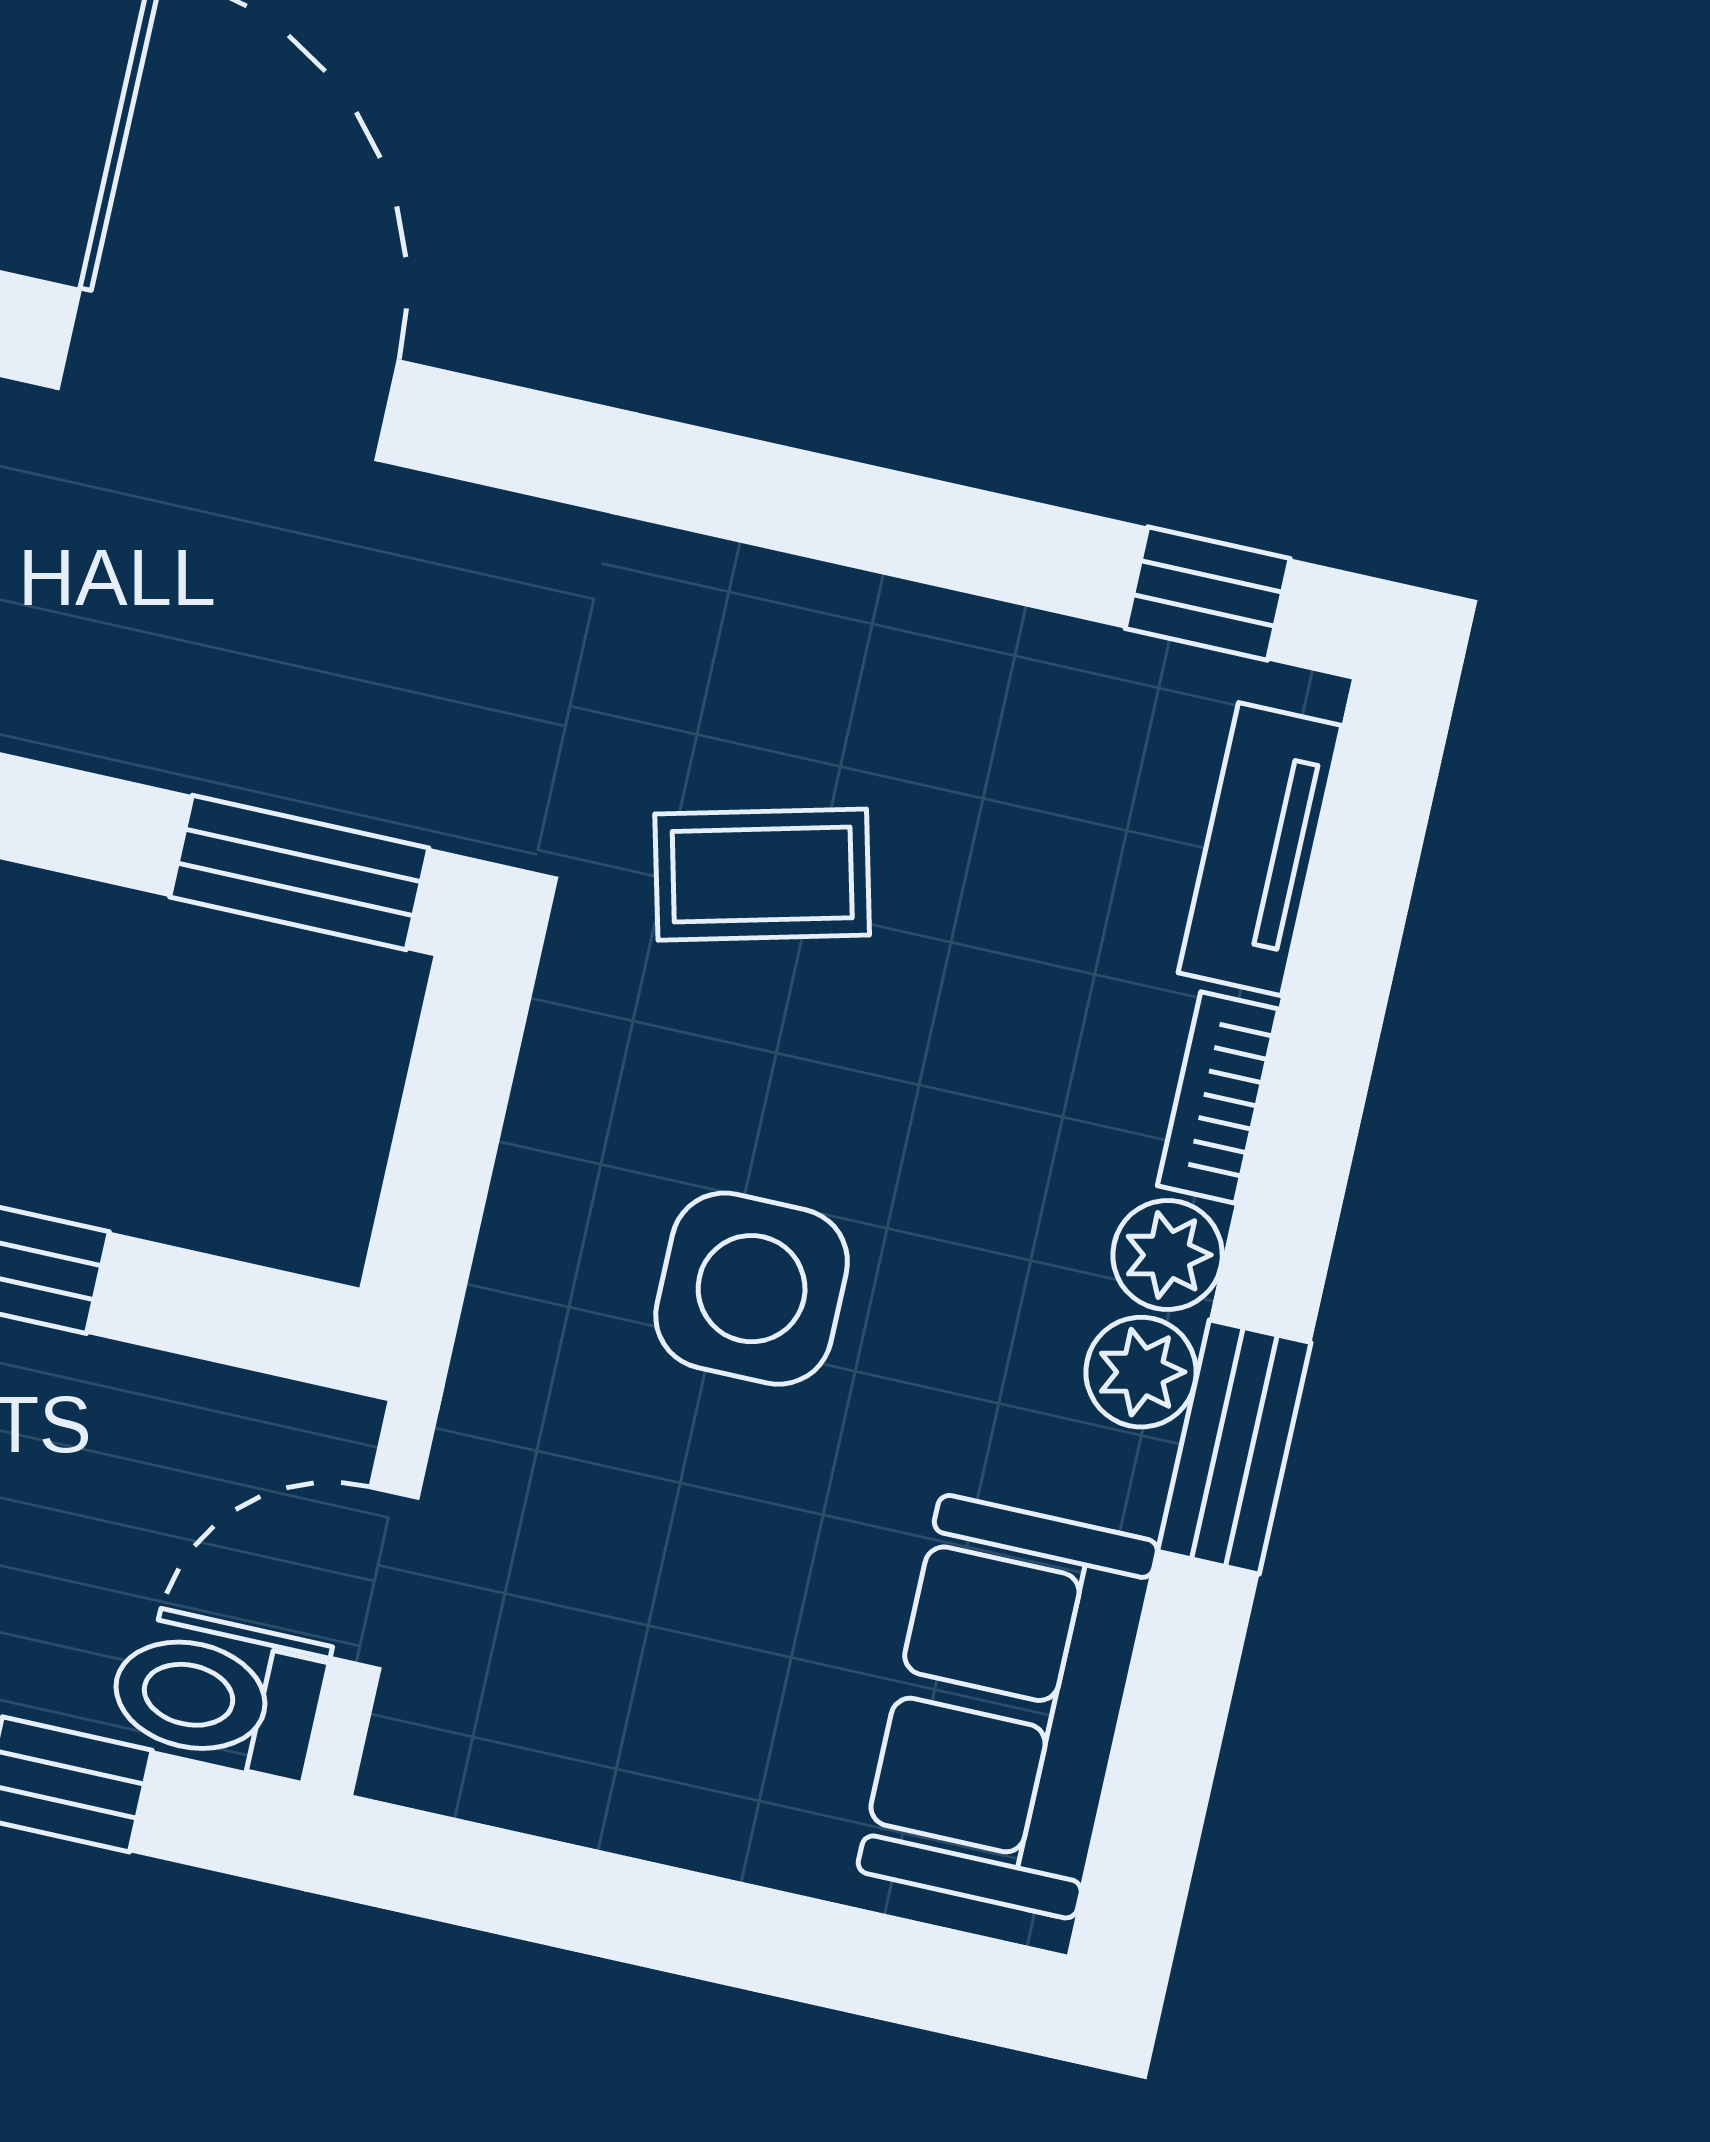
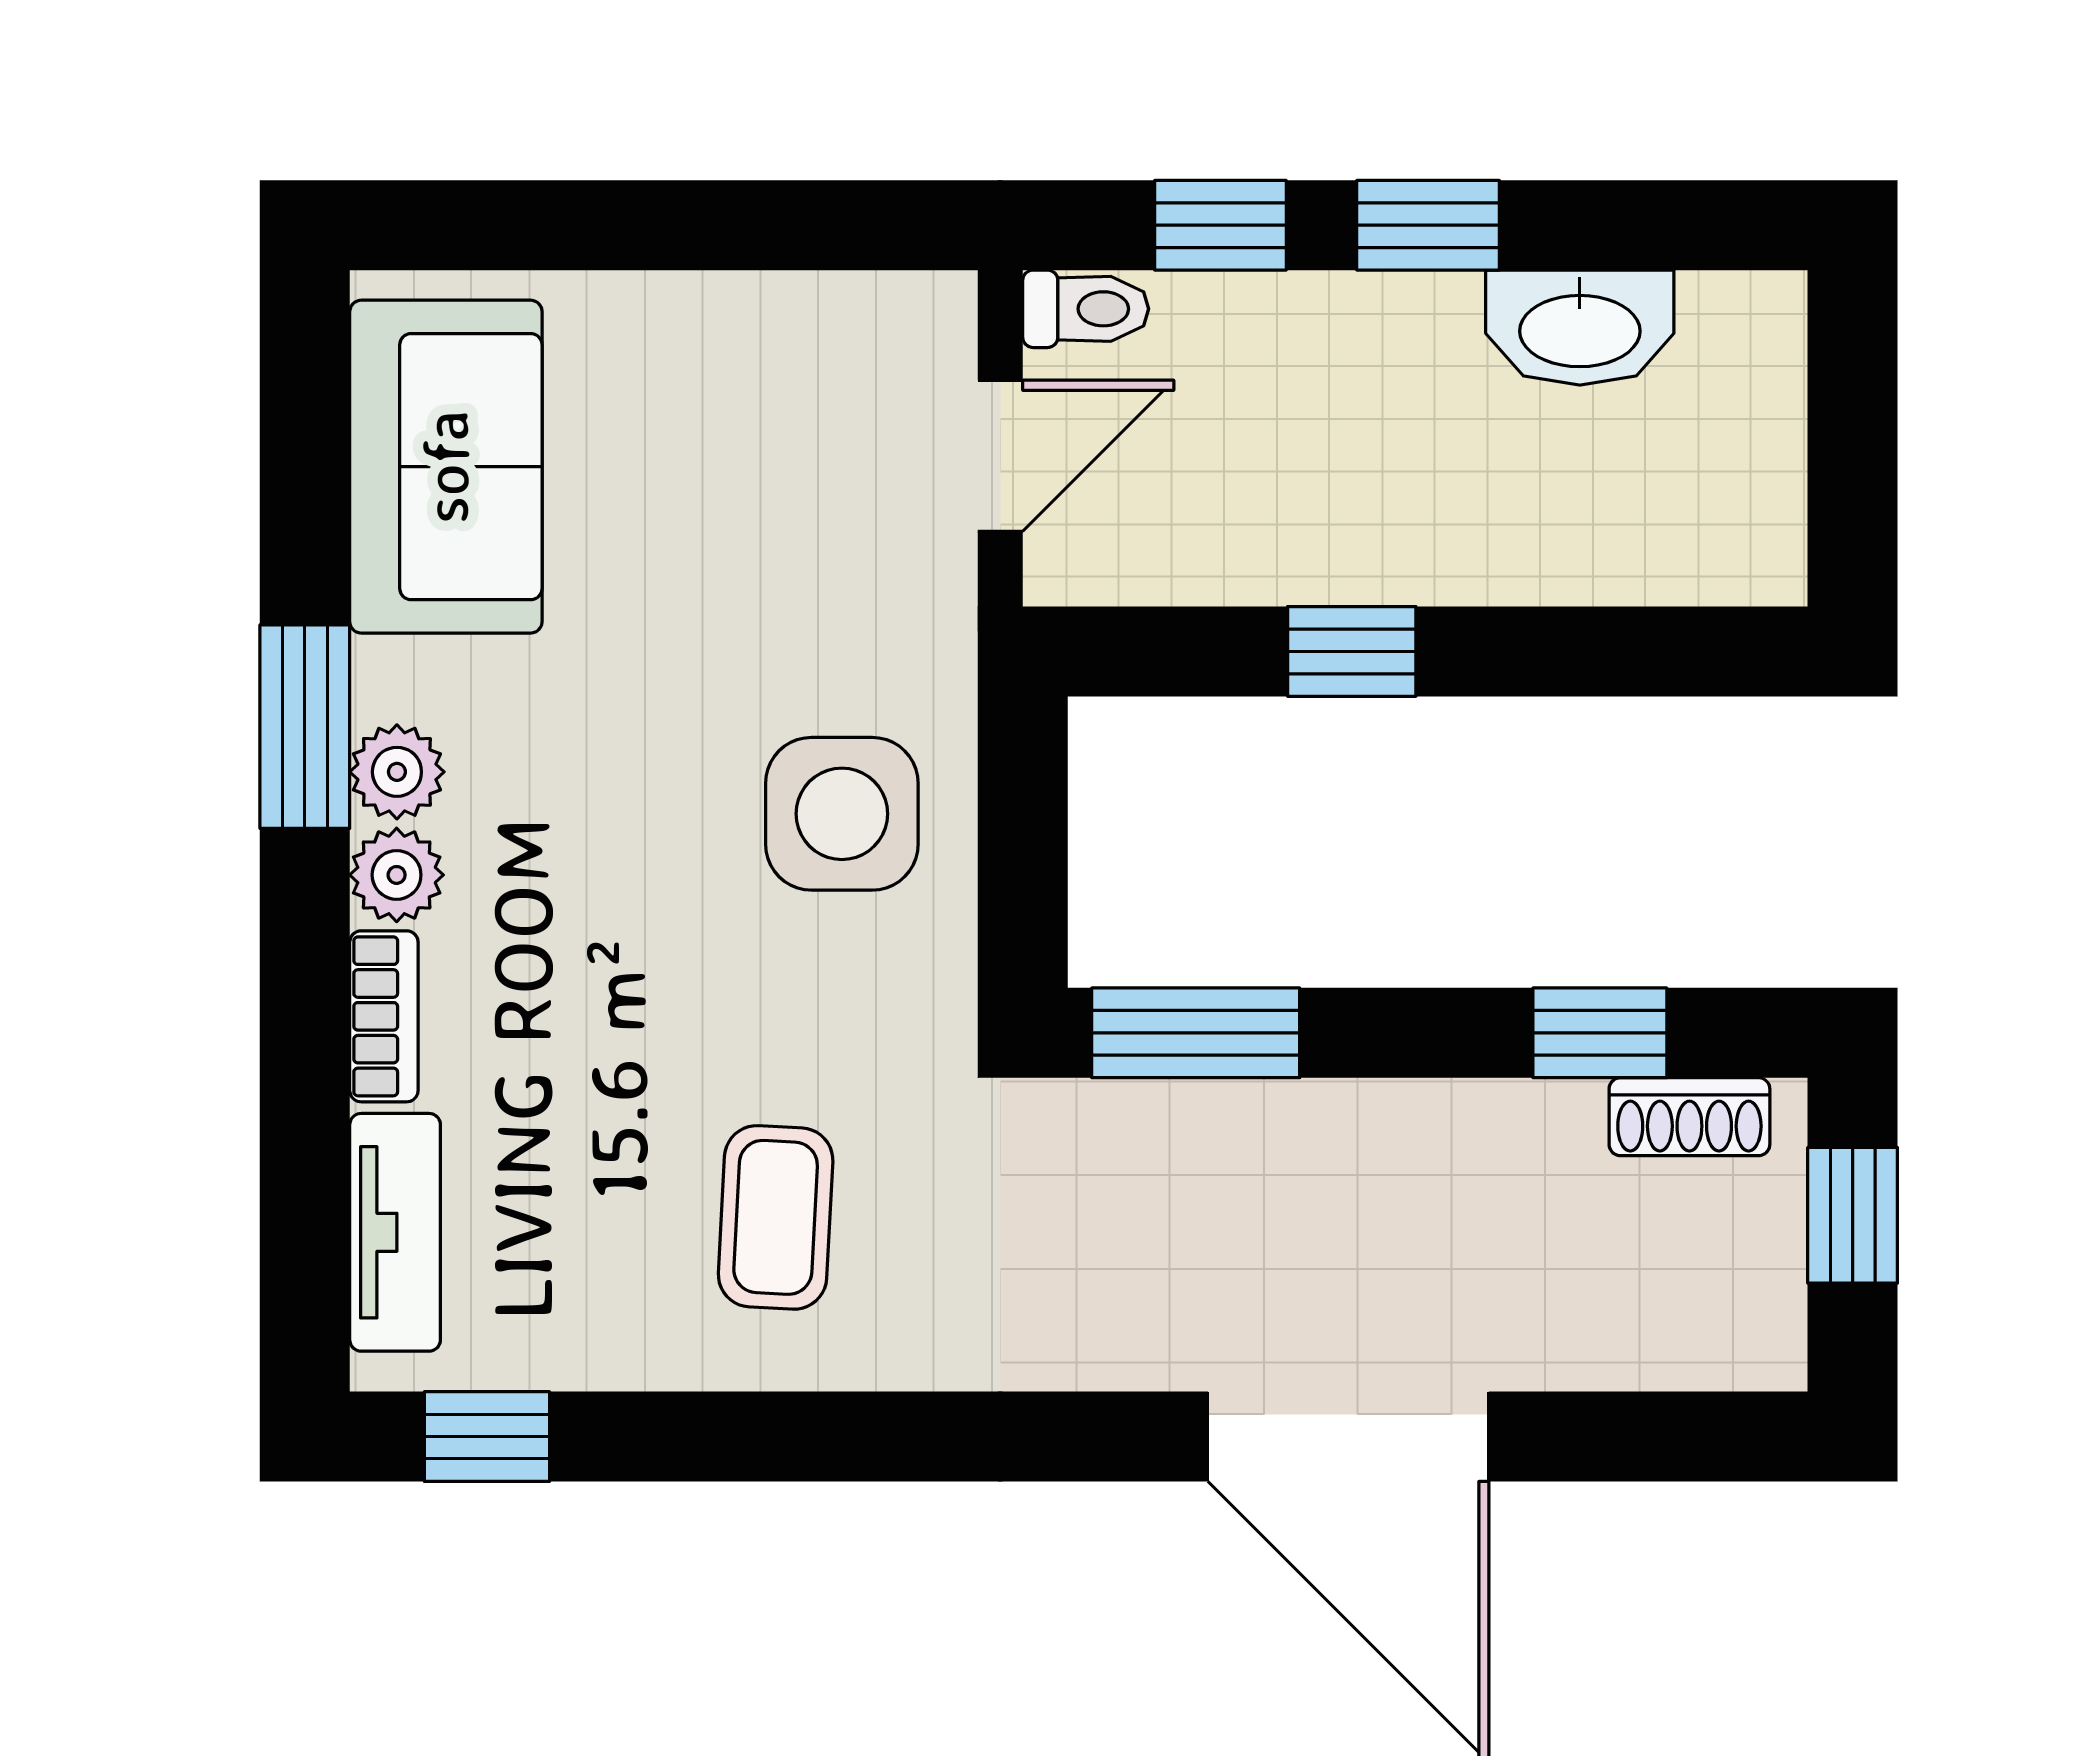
coffee table: (762, 875) -> (776, 1217), moved, turned -73
side table: (752, 1289) -> (842, 814), moved
toilet: (216, 1701) -> (1086, 309), width x0.73, depth x0.72

